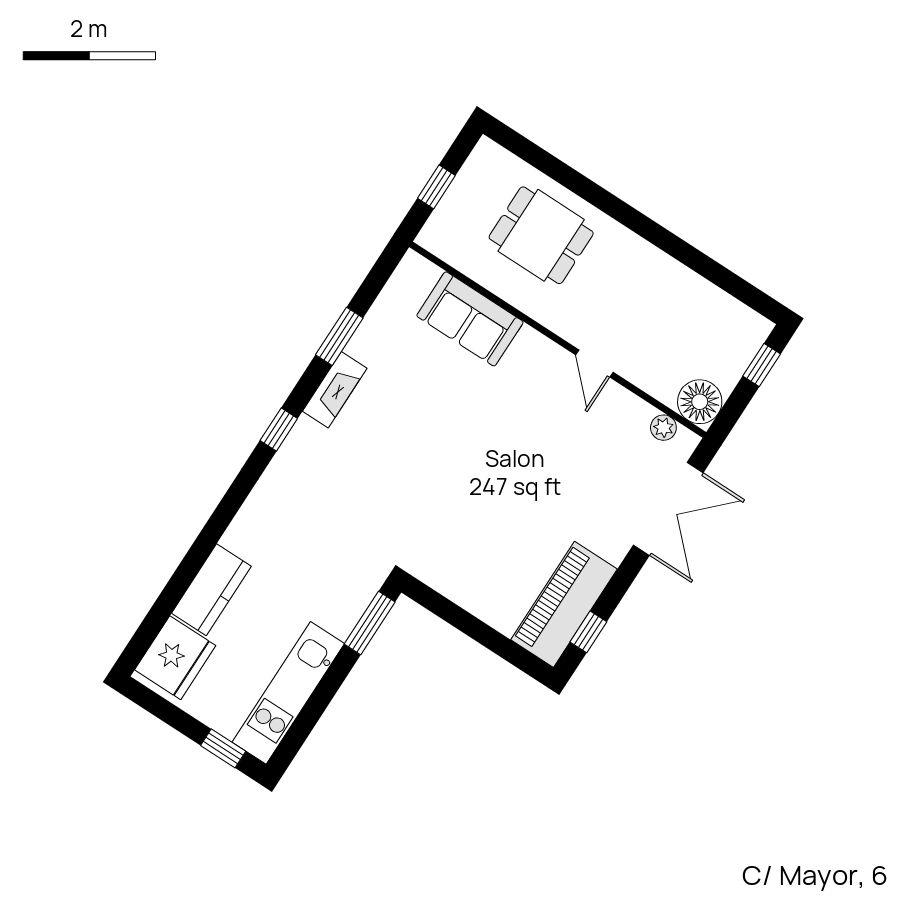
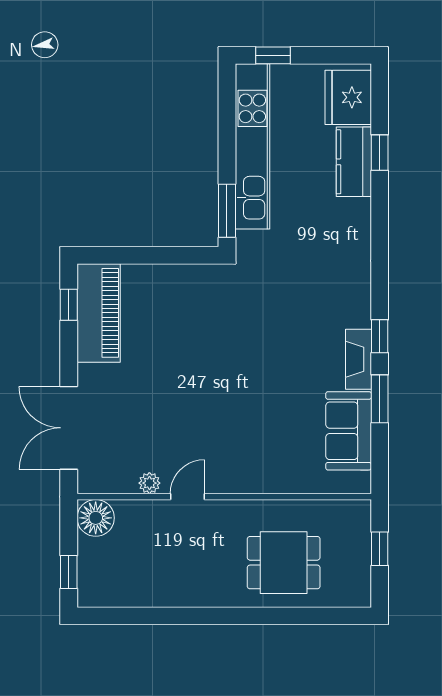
sofa: (470, 319) -> (349, 431), moved, turned -90
door: (594, 363) -> (187, 497), hinge flipped
plant: (663, 428) -> (149, 483), moved
window: (279, 430) -> (380, 336), moved
window: (180, 582) -> (380, 153), added
kitchen unit: (288, 693) -> (252, 146), width x1.36

